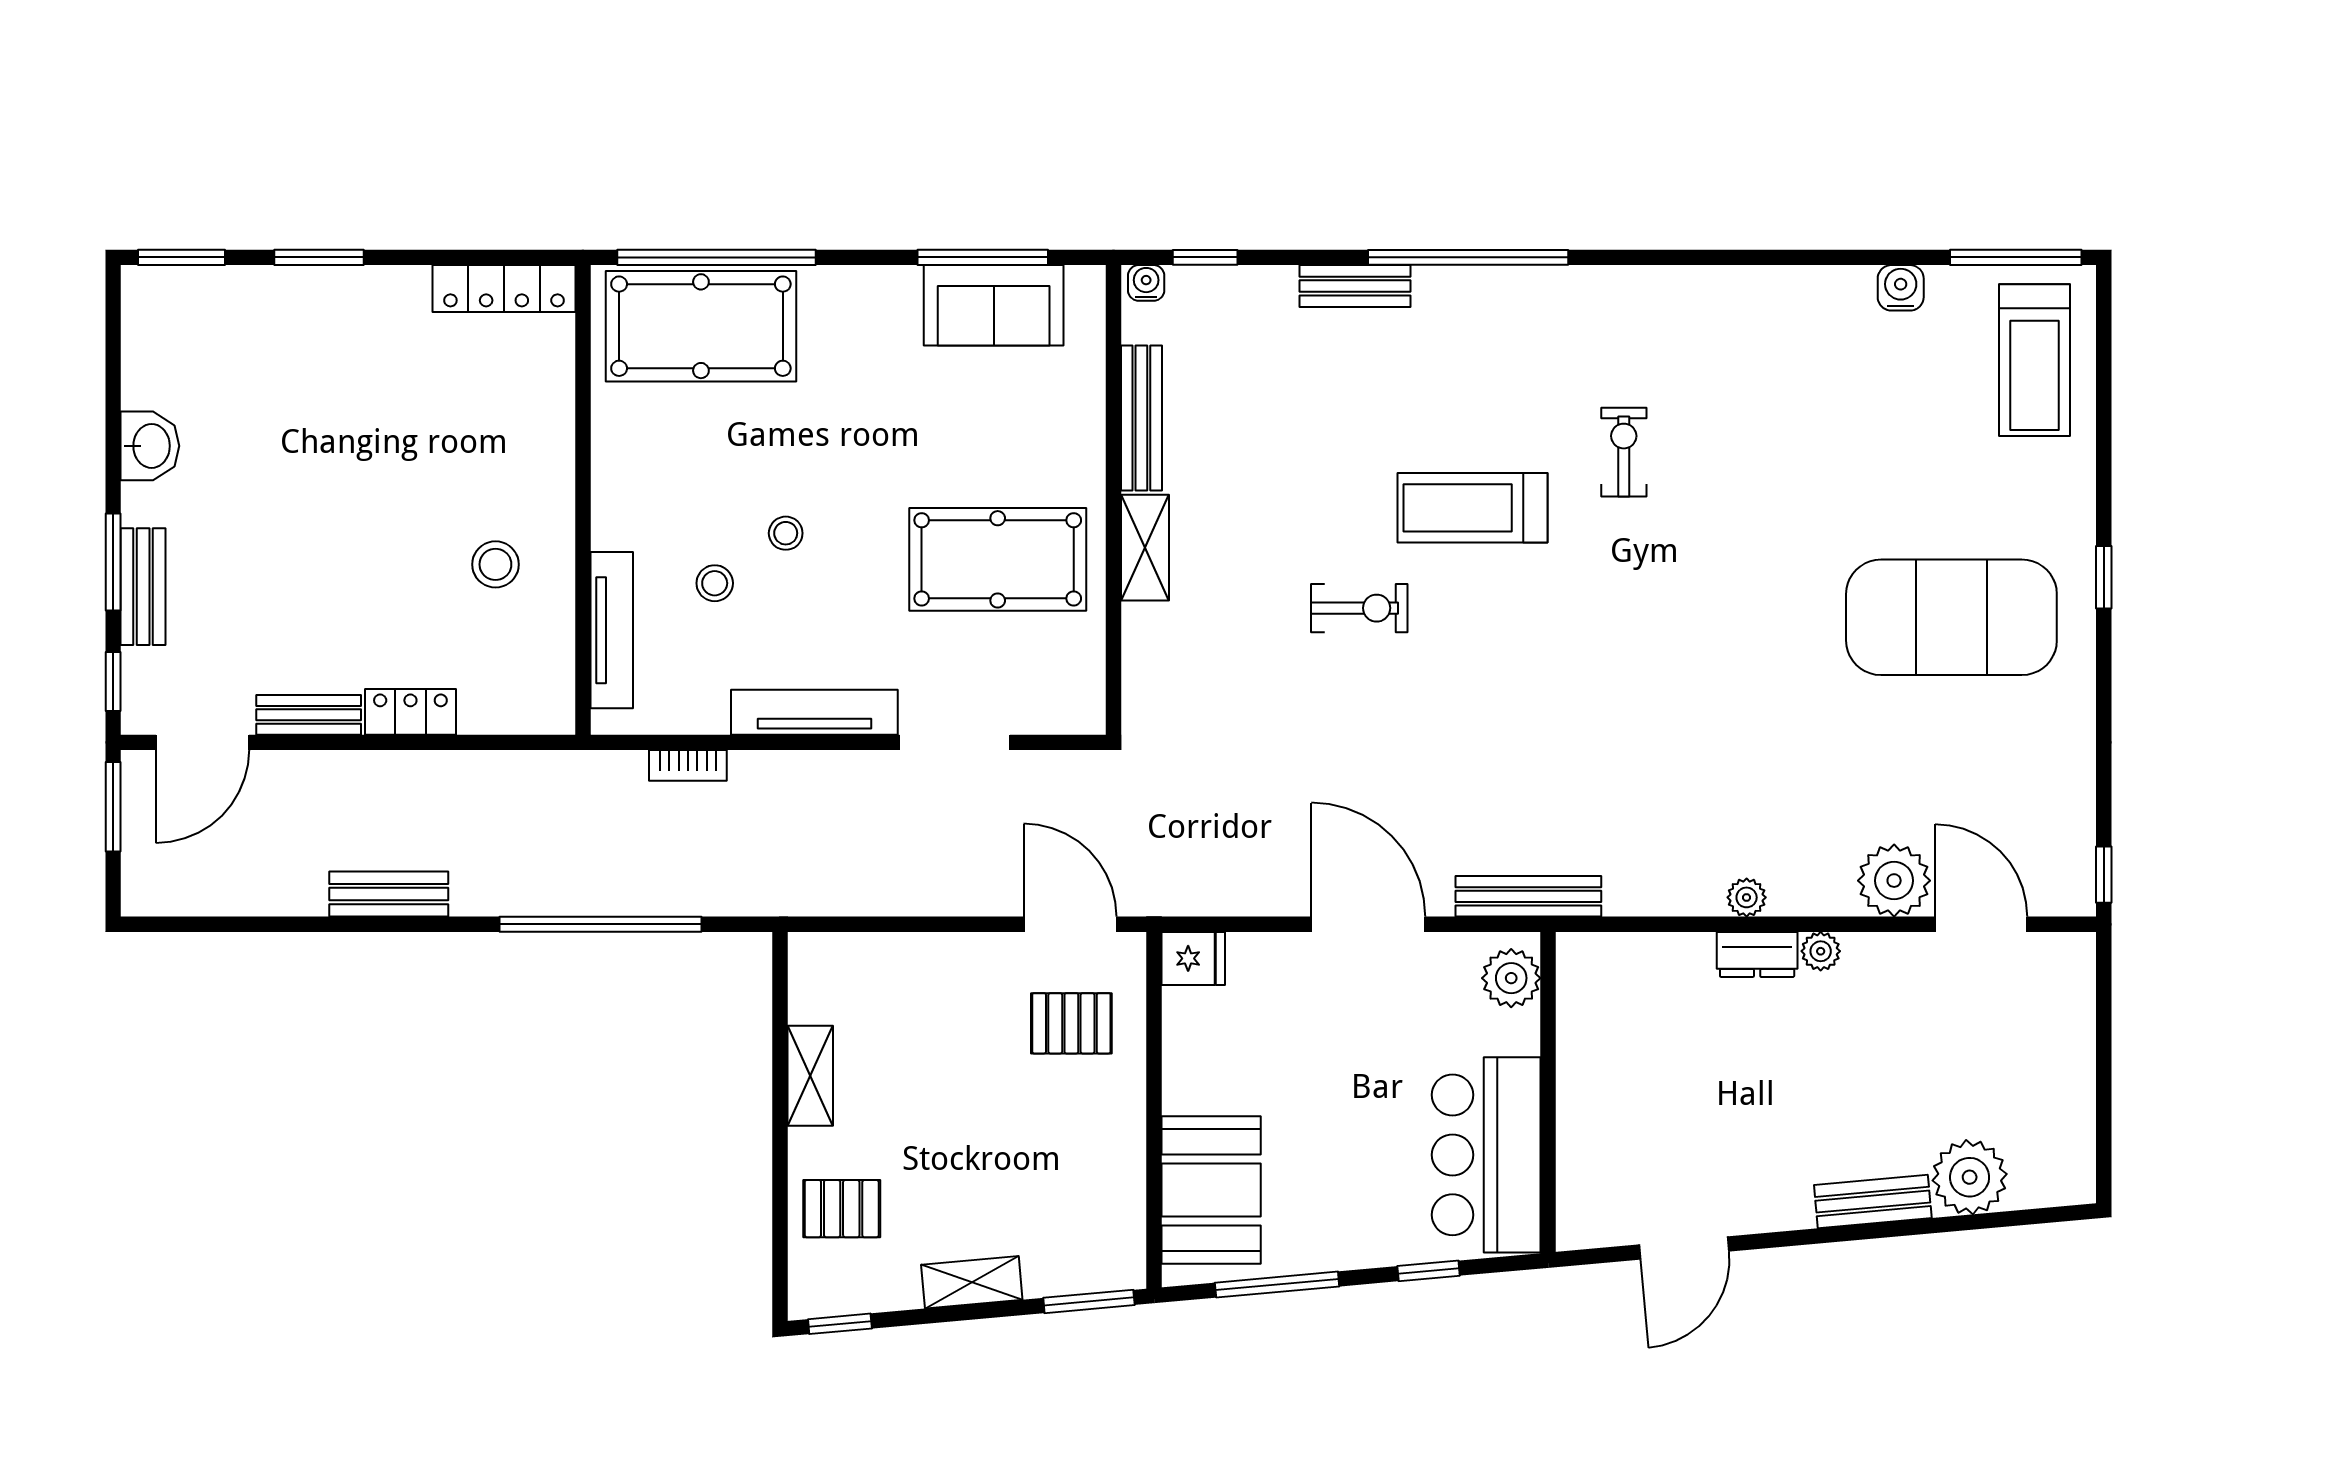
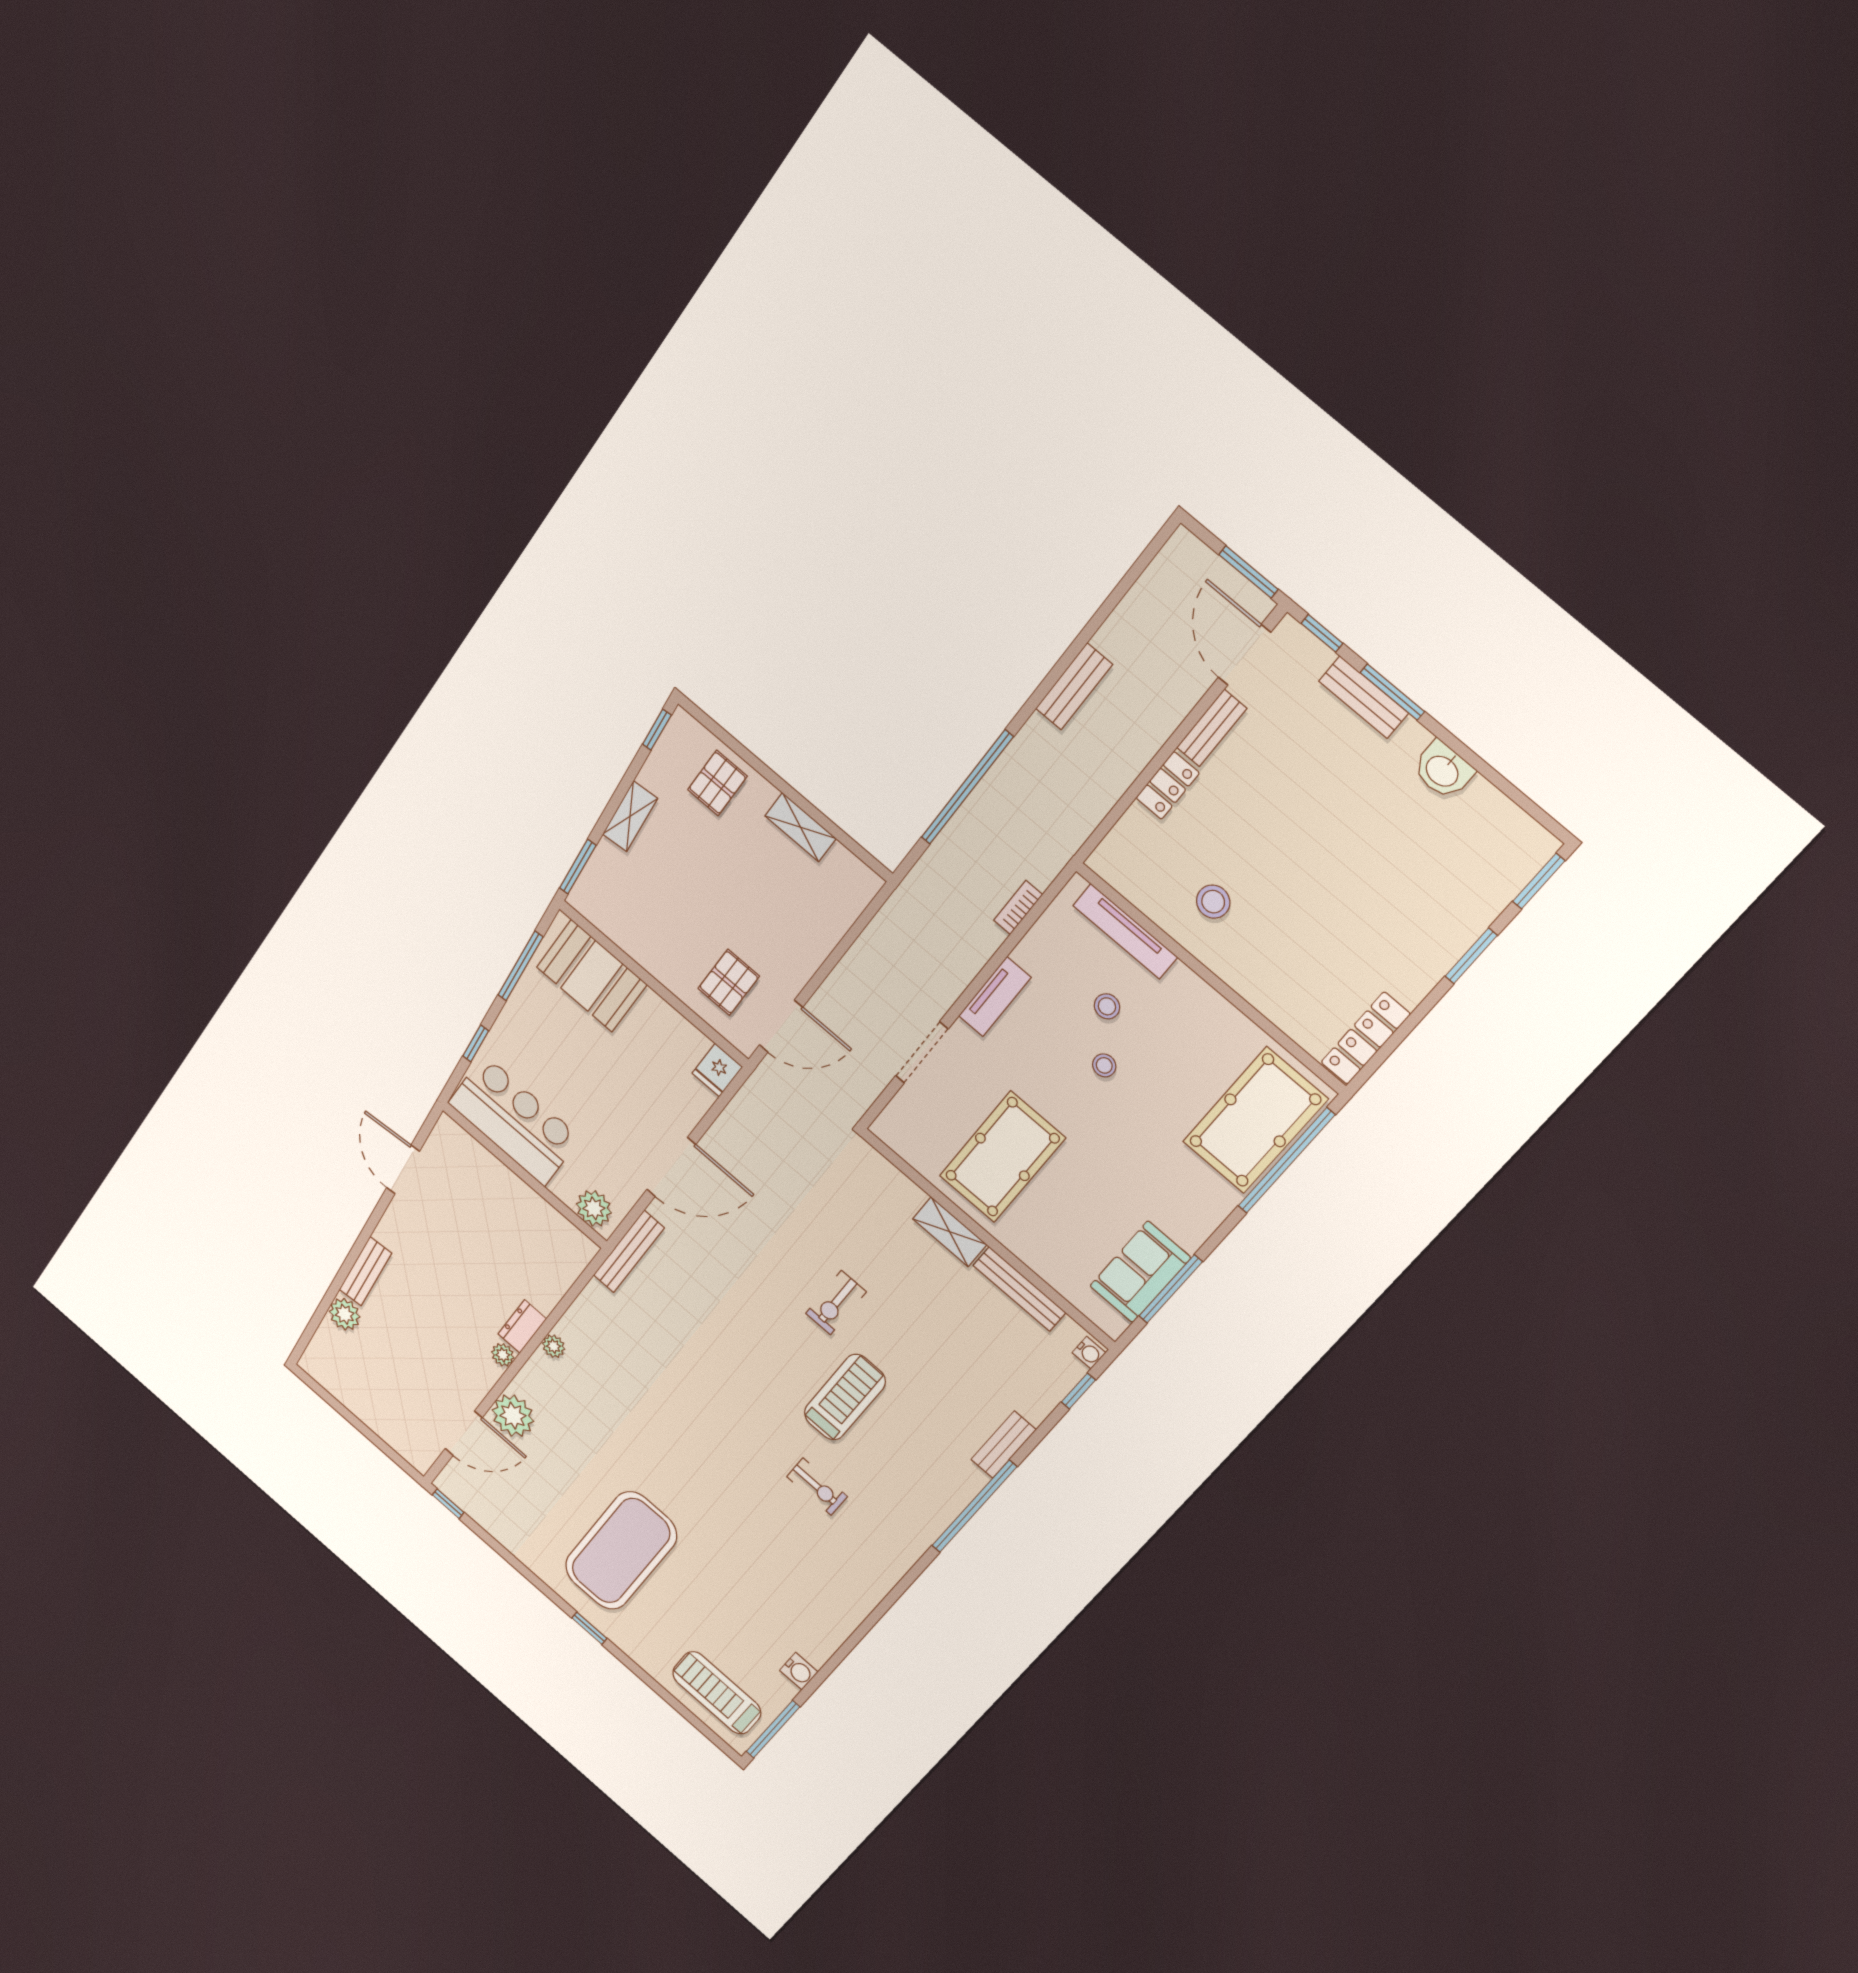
tv unit: (814, 712) -> (995, 997), width x0.71
plant: (1970, 1177) -> (345, 1314), width x0.73, depth x0.73

